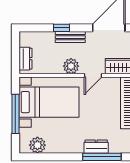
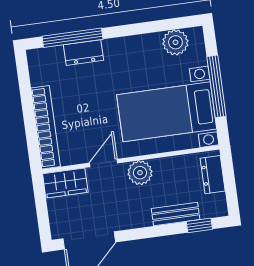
window: (61, 28) -> (199, 225), moved
bench: (70, 37) -> (176, 214), moved

